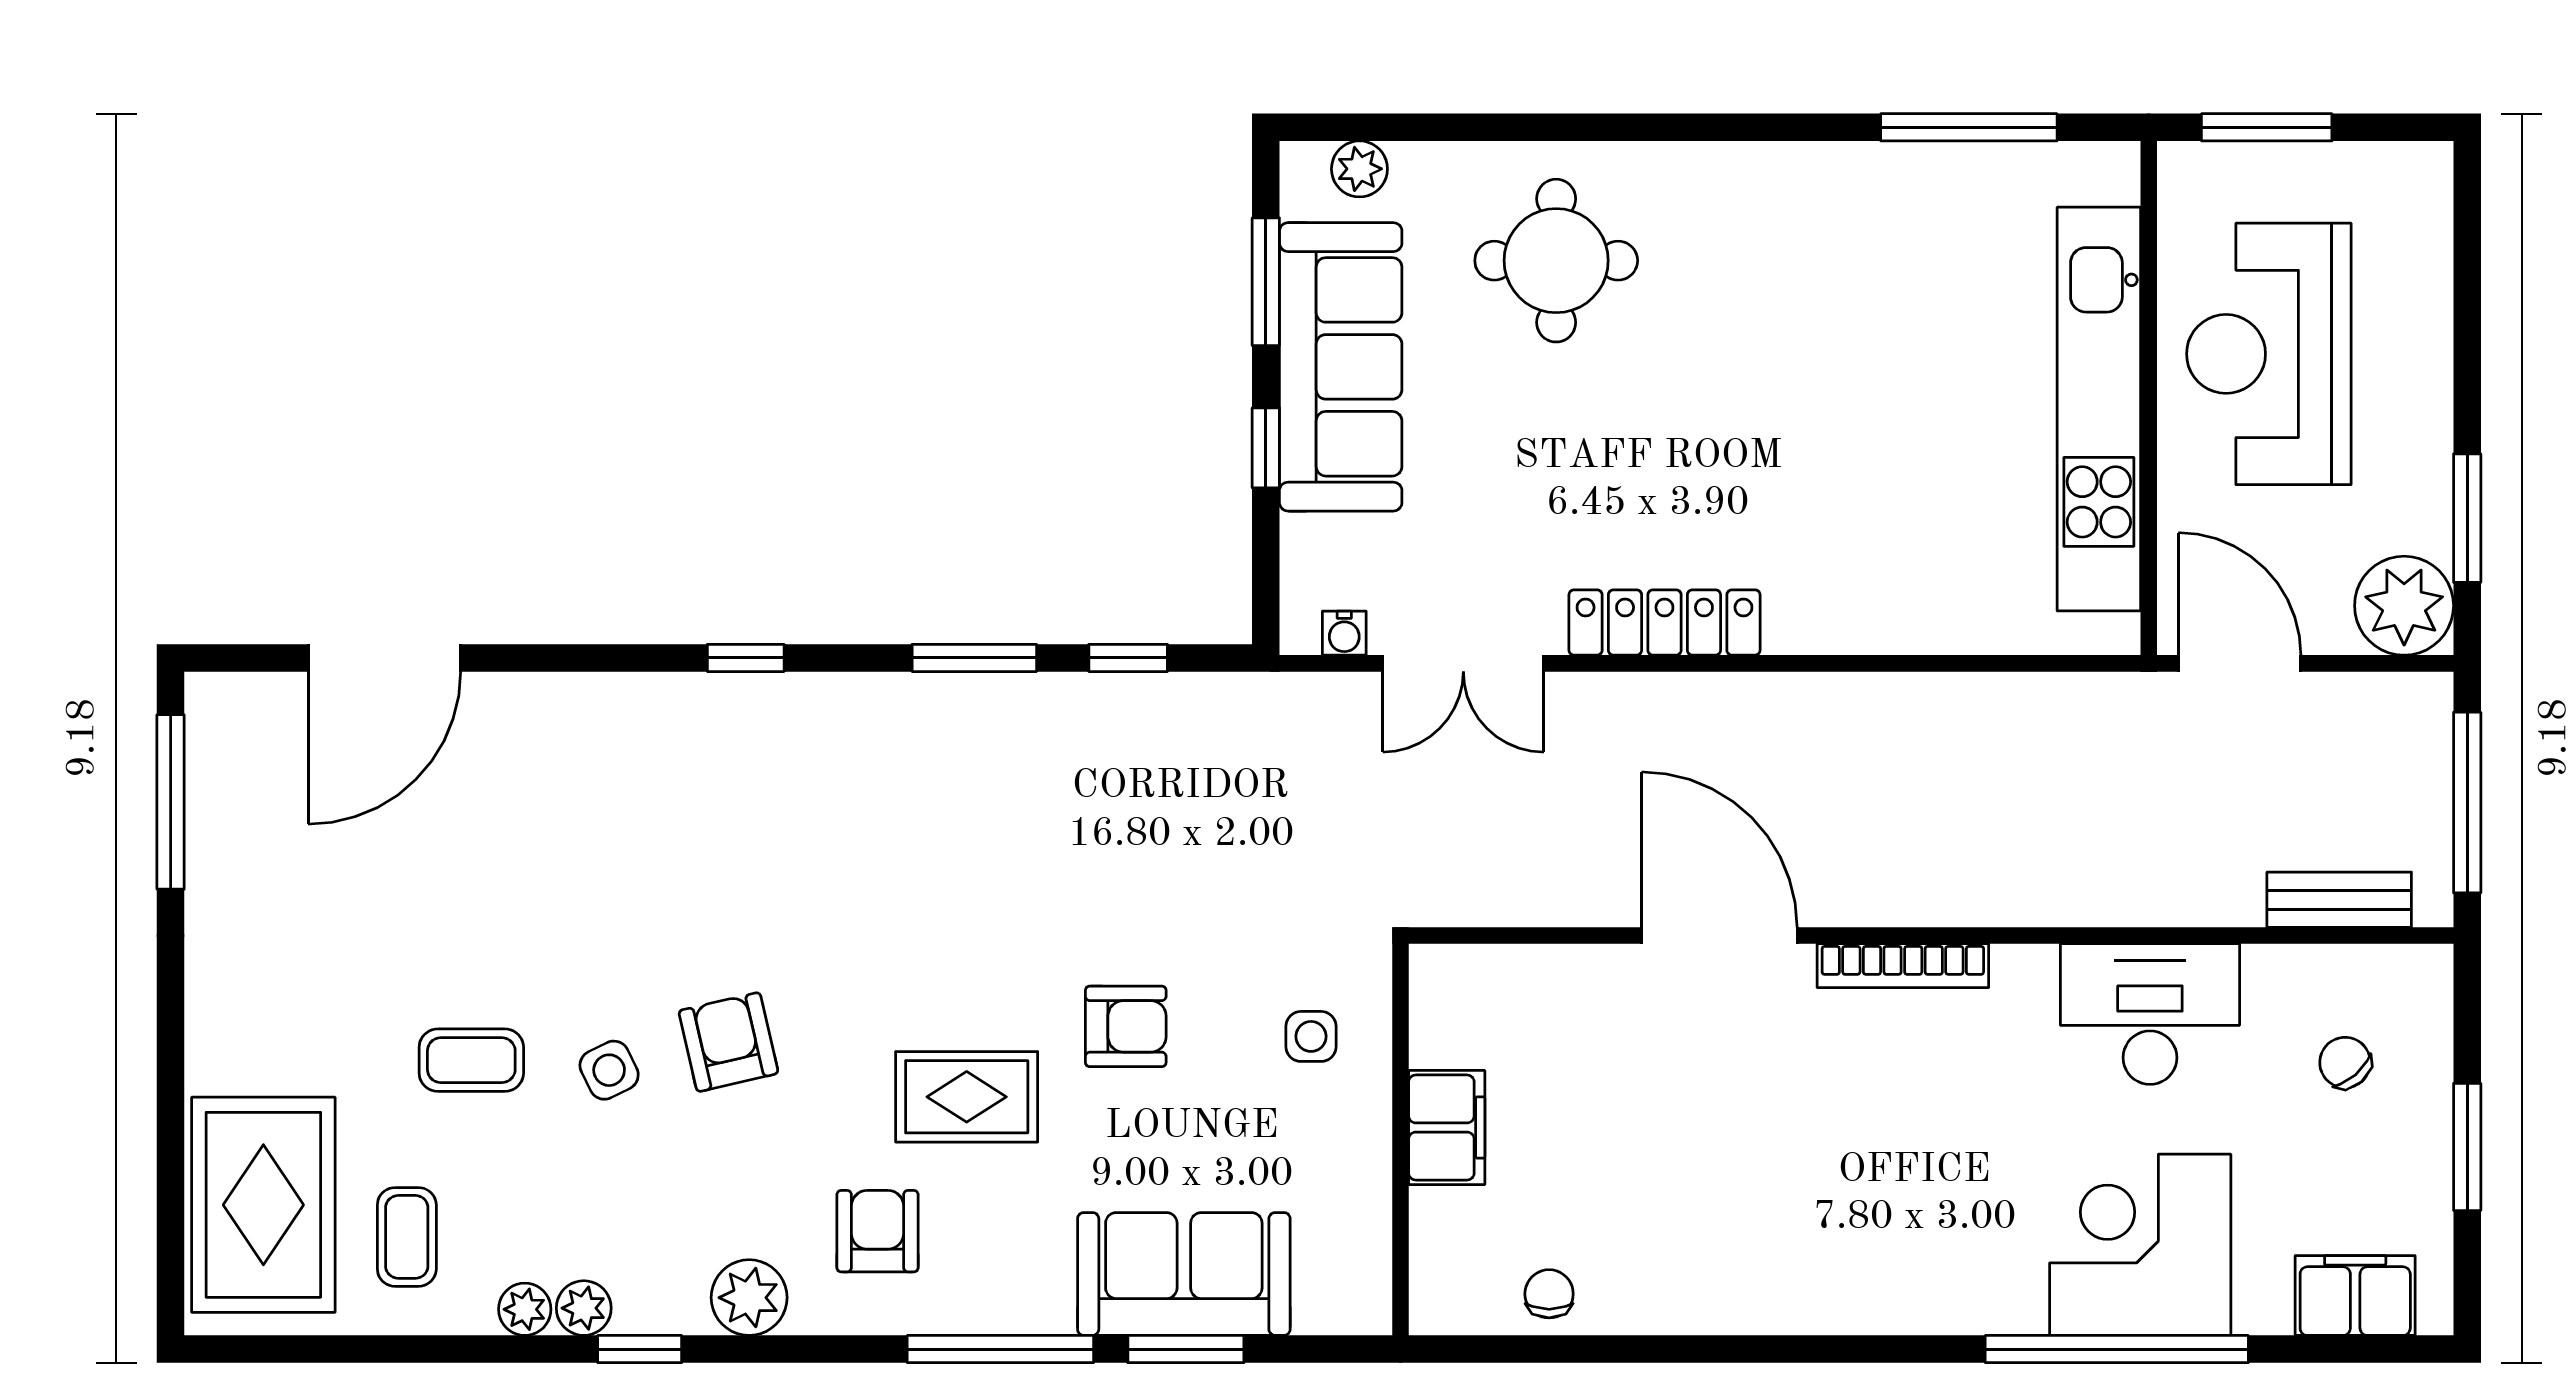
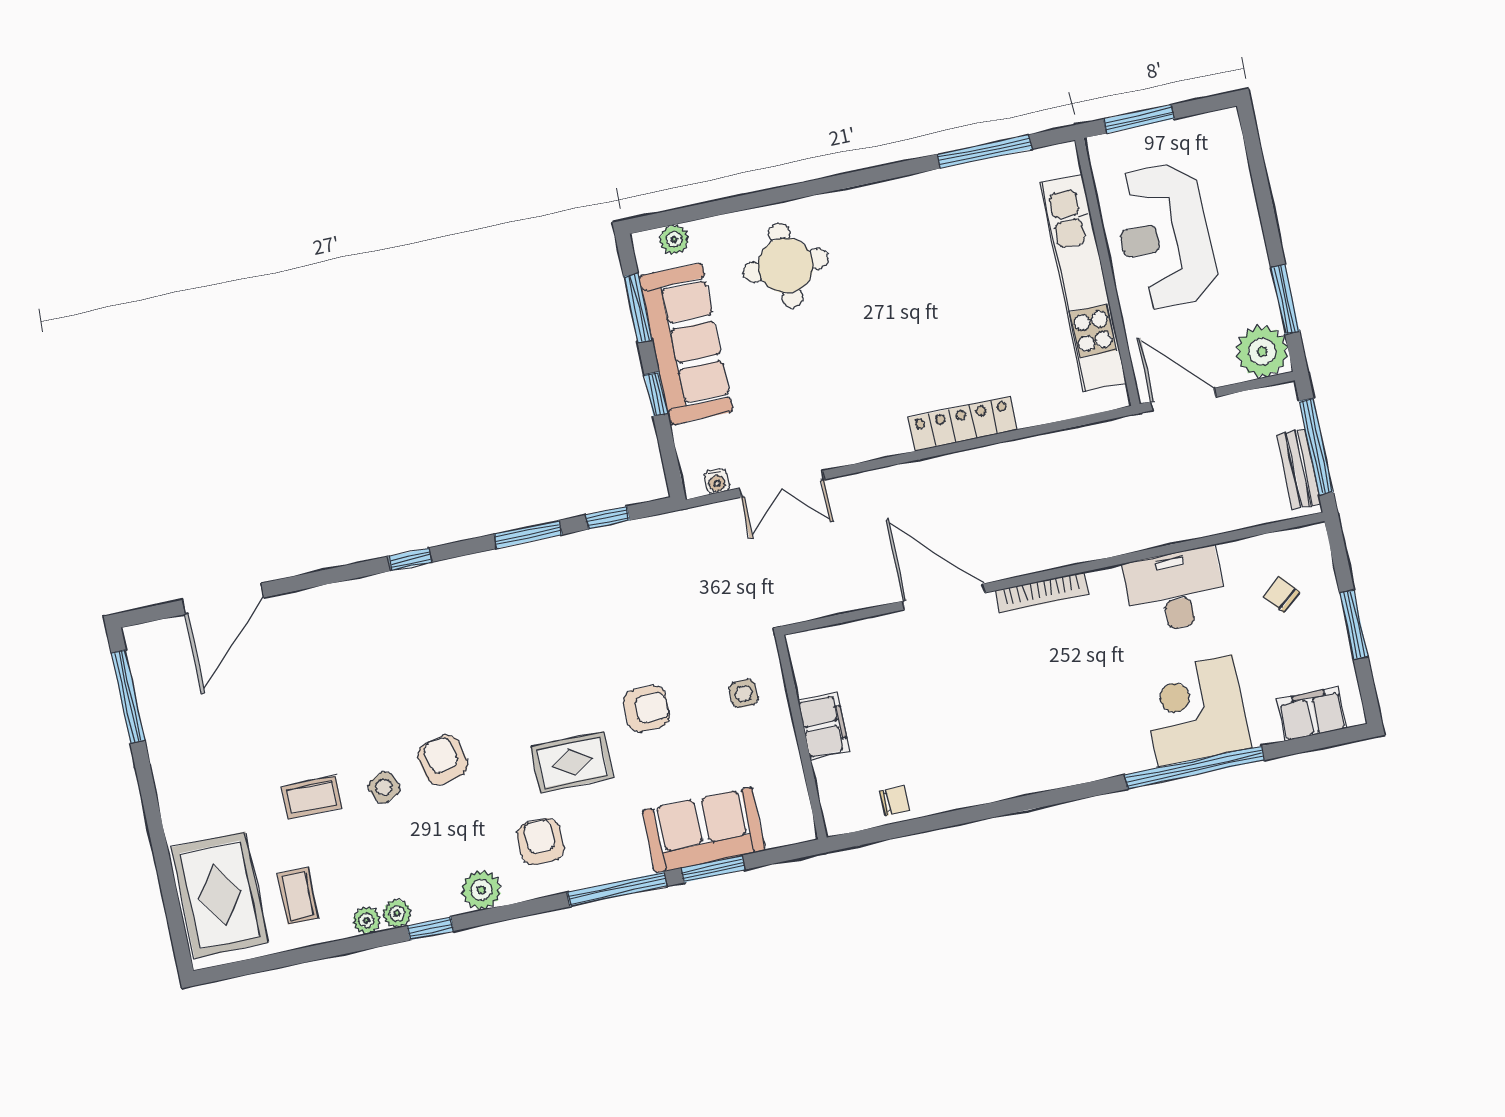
locker: (1664, 623) -> (963, 424), moved
bench: (2339, 900) -> (1299, 469), moved, turned 90
chair: (1549, 1294) -> (895, 801), turned 90

